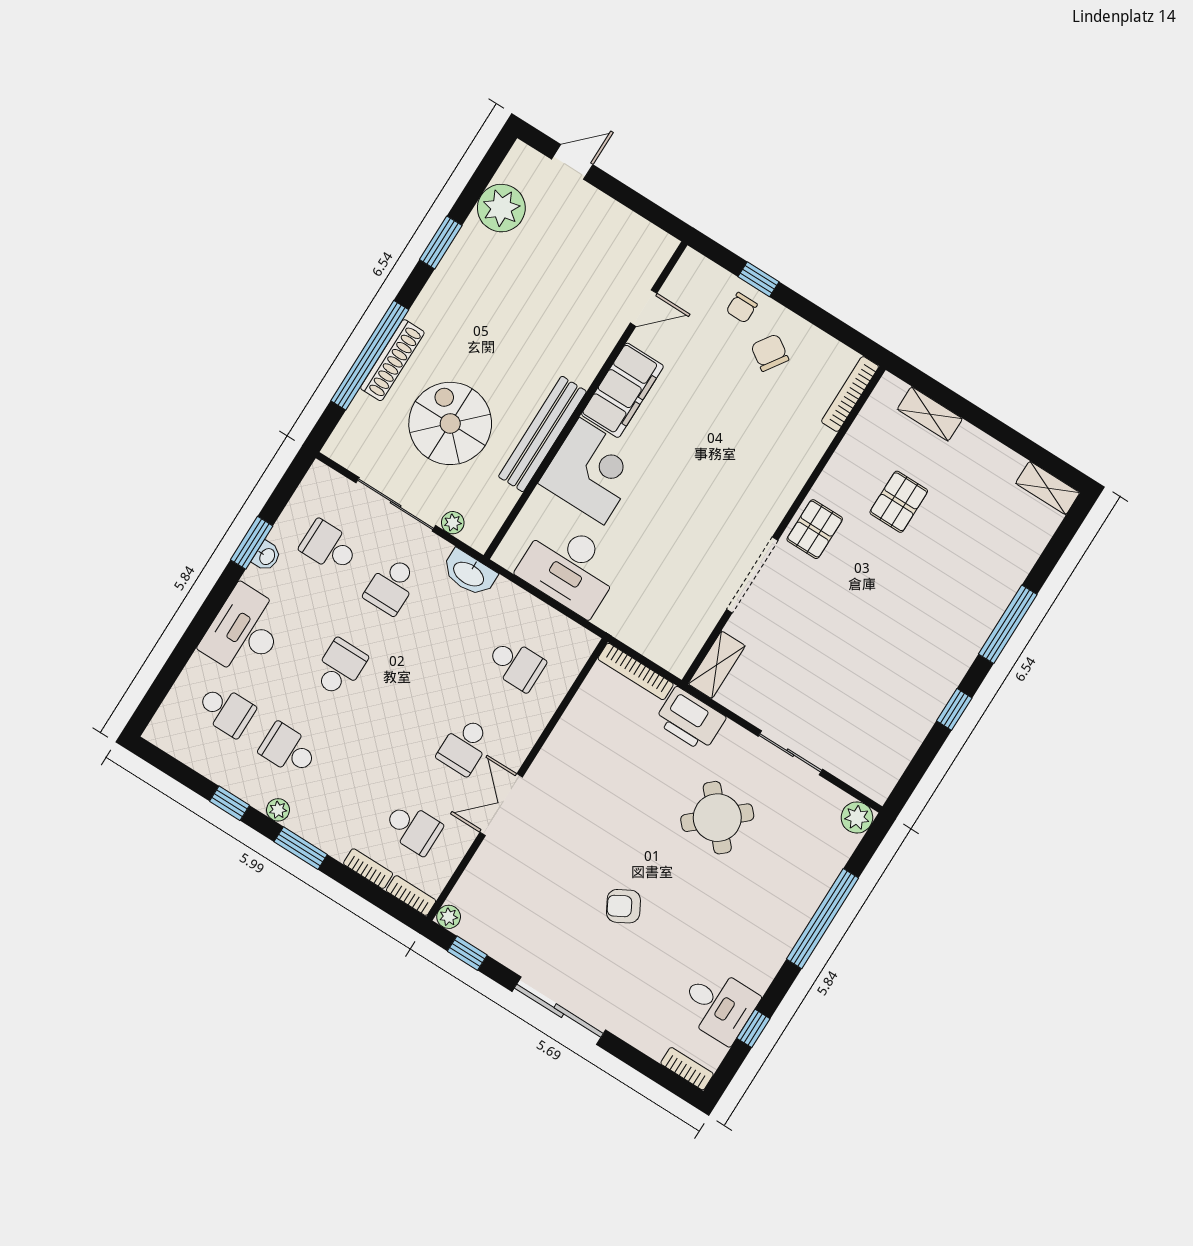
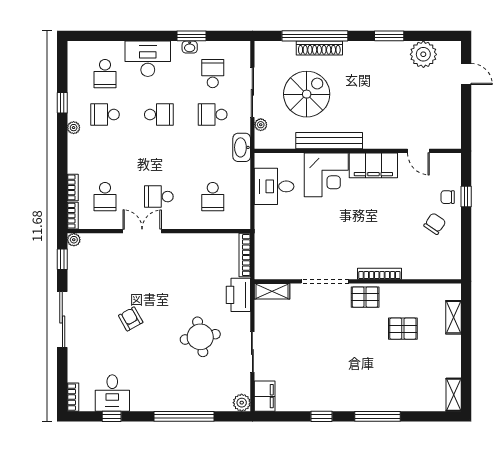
bookcase: (850, 394) -> (379, 274), moved
desk: (570, 568) -> (274, 186), width x0.73
school desk: (288, 750) -> (105, 115), turned -90
filing cabinet: (869, 776) -> (265, 396), added
round table: (717, 818) -> (200, 337), turned 32
window: (301, 848) -> (62, 150), removed

